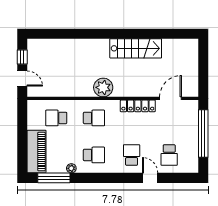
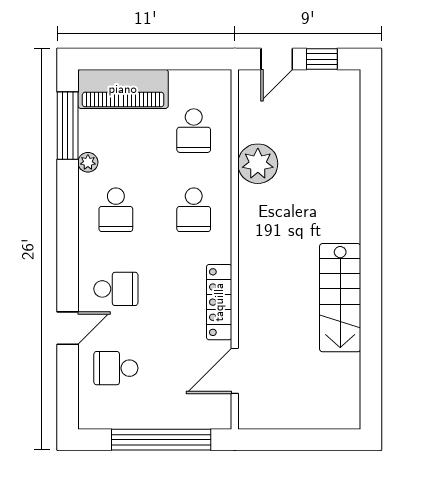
plant: (103, 87) -> (258, 164), moved
door: (171, 98) -> (235, 371), swing flipped
school desk: (56, 118) -> (194, 131), turned 180

